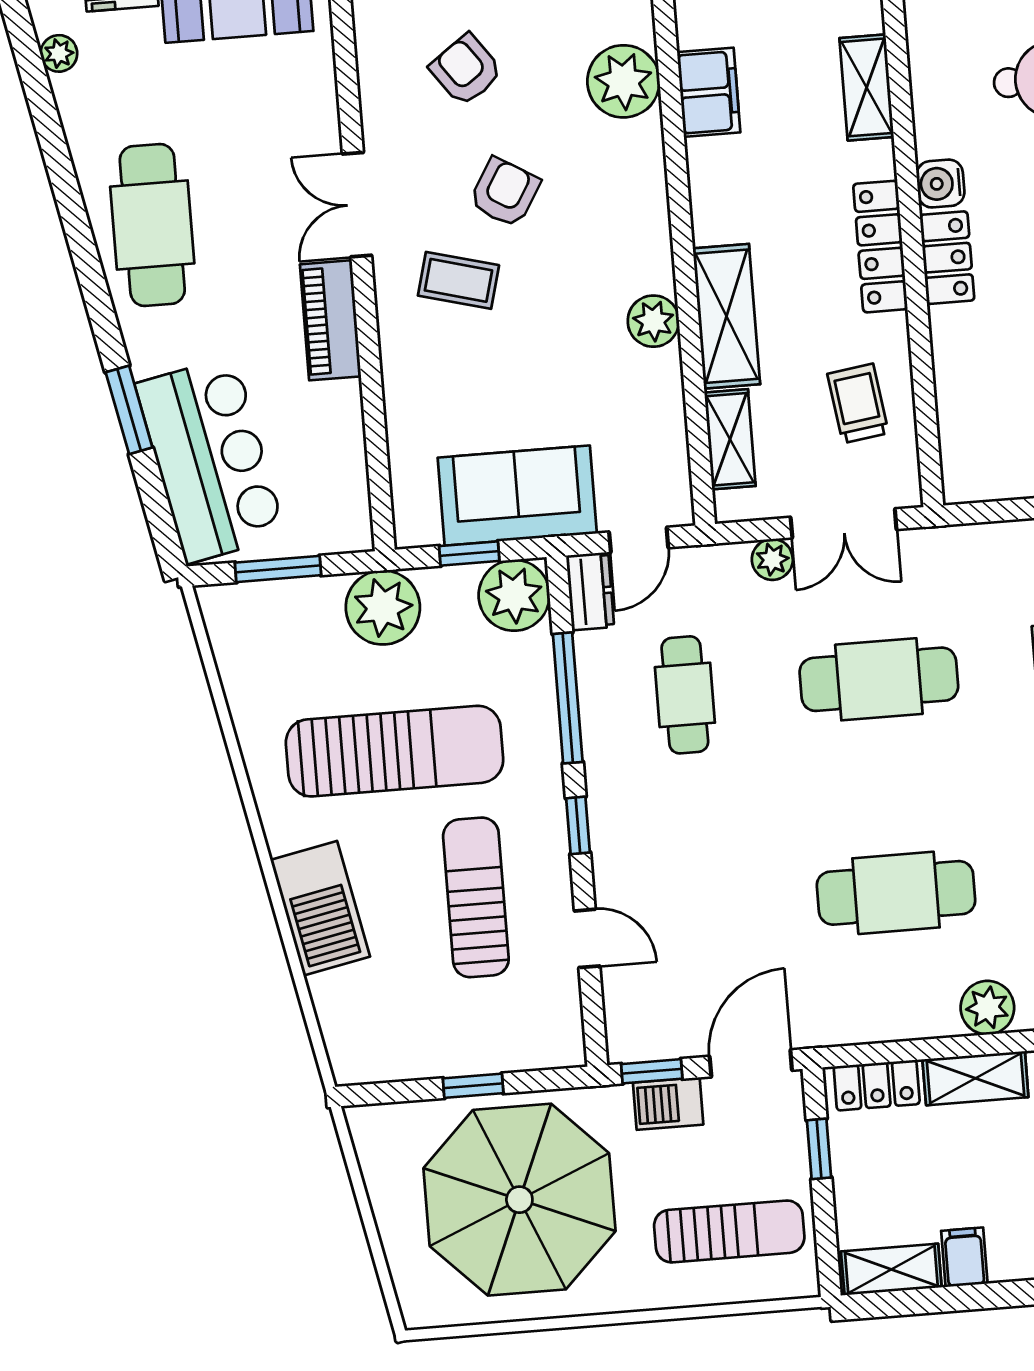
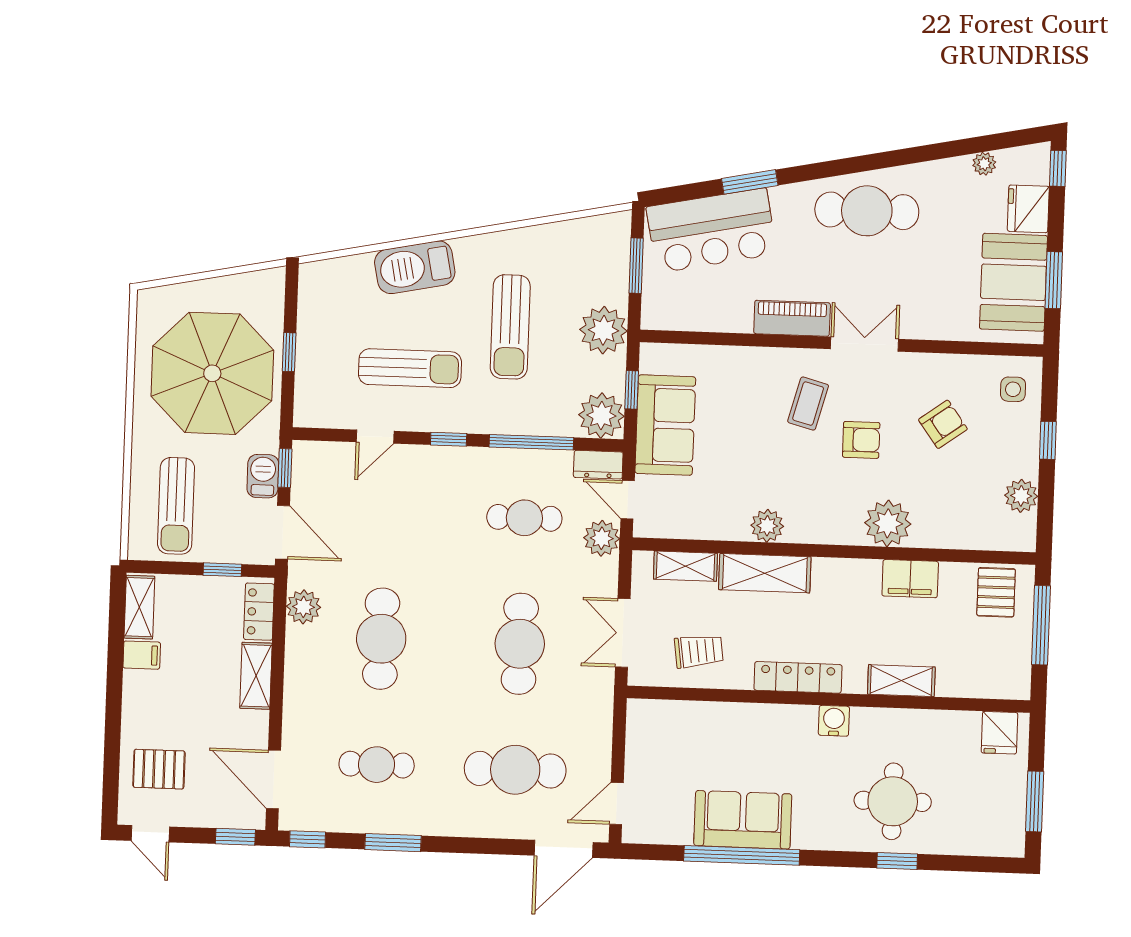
plant: (623, 81) -> (888, 523), moved
armchair: (505, 192) -> (861, 440), turned -31
locker: (947, 258) -> (786, 719), removed
plant: (772, 559) -> (602, 538), moved, width x1.38, depth x1.38
sun lounger: (395, 751) -> (510, 327), width x0.73, depth x0.75
plant: (987, 1008) -> (303, 607), moved

